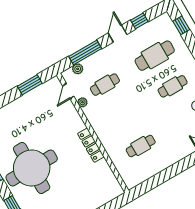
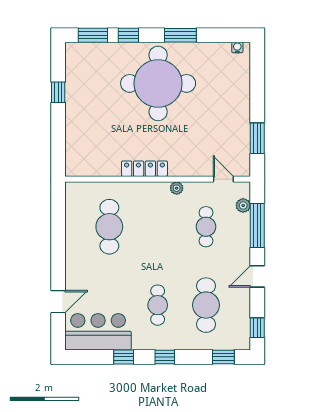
window: (139, 21) -> (257, 328), moved
door: (118, 34) -> (257, 276), swing flipped
plant: (82, 102) -> (177, 188), moved
cafe table: (141, 146) -> (109, 227), width x1.37, depth x1.35

